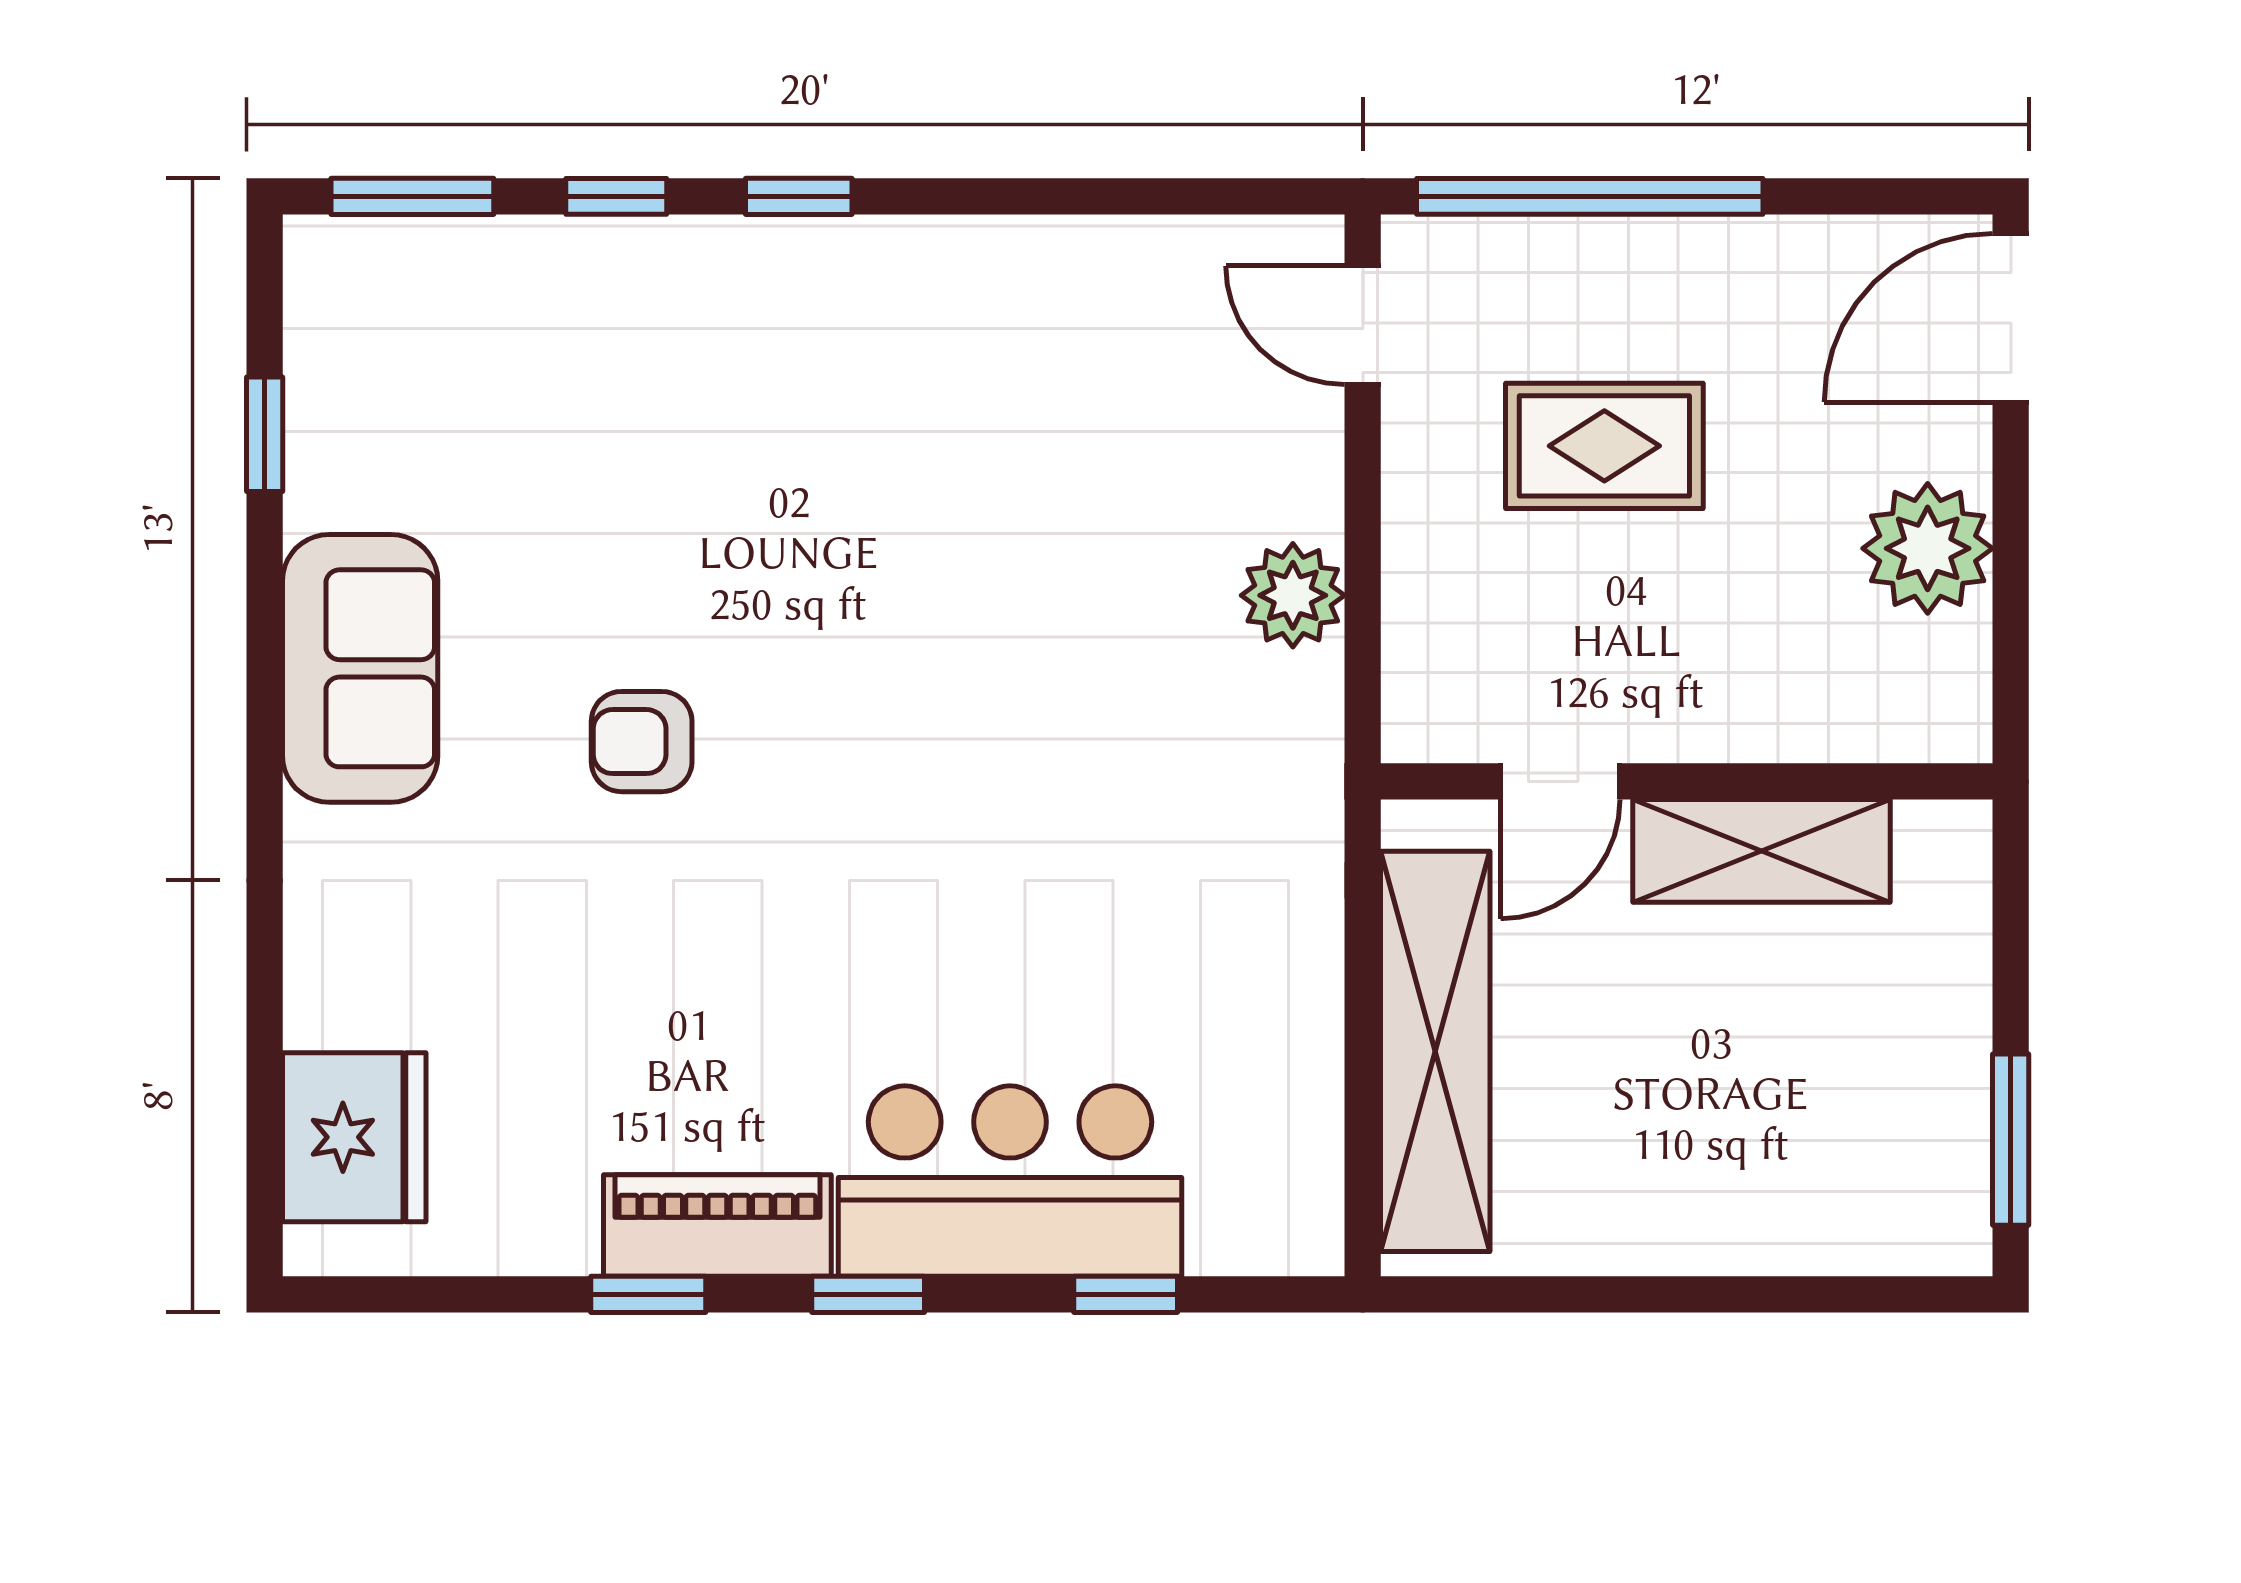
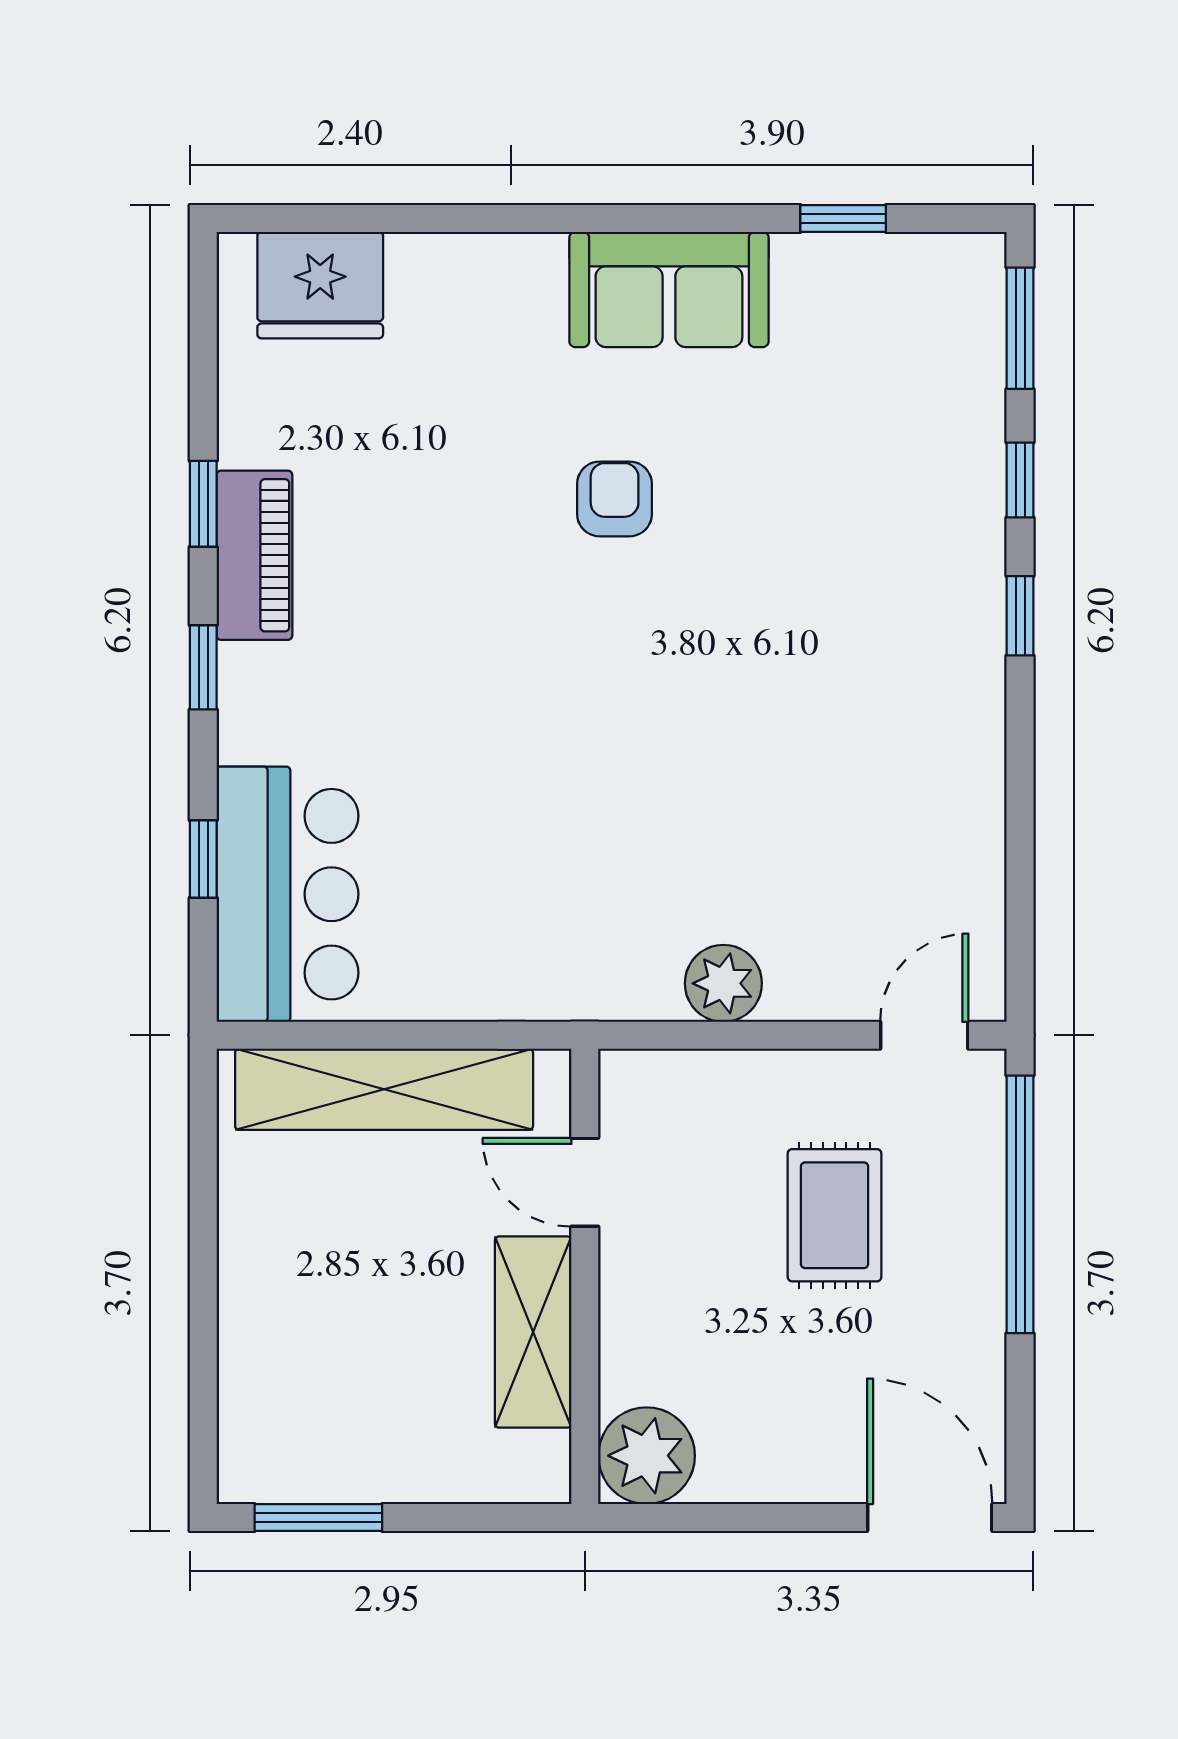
plant: (1928, 548) -> (647, 1456), moved
bar counter: (1010, 1181) -> (288, 894), moved

